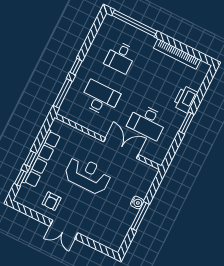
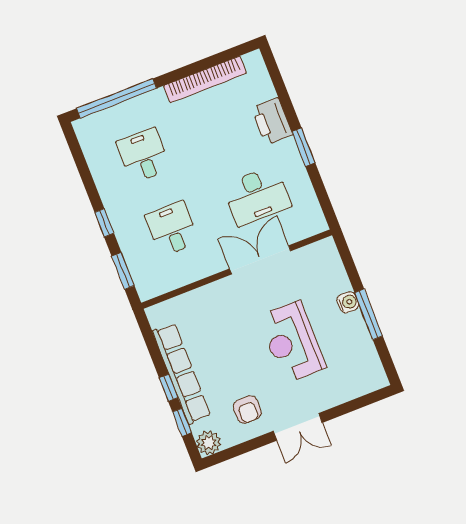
desk: (120, 57) -> (143, 155), turned 180
window: (63, 93) -> (123, 271), width x0.69
desk: (100, 98) -> (172, 229), width x0.73
reception desk: (88, 175) -> (292, 342), moved, turned -90
plant: (22, 197) -> (209, 443), added

